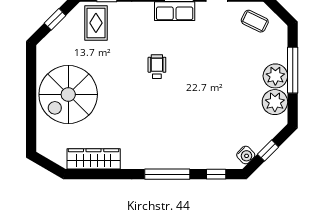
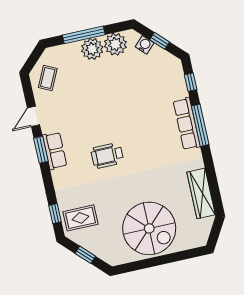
wheelchair: (157, 67) -> (107, 155), width x1.36, depth x1.37
water cooler: (246, 155) -> (145, 45), moved
row of seats: (172, 160) -> (187, 124), added

